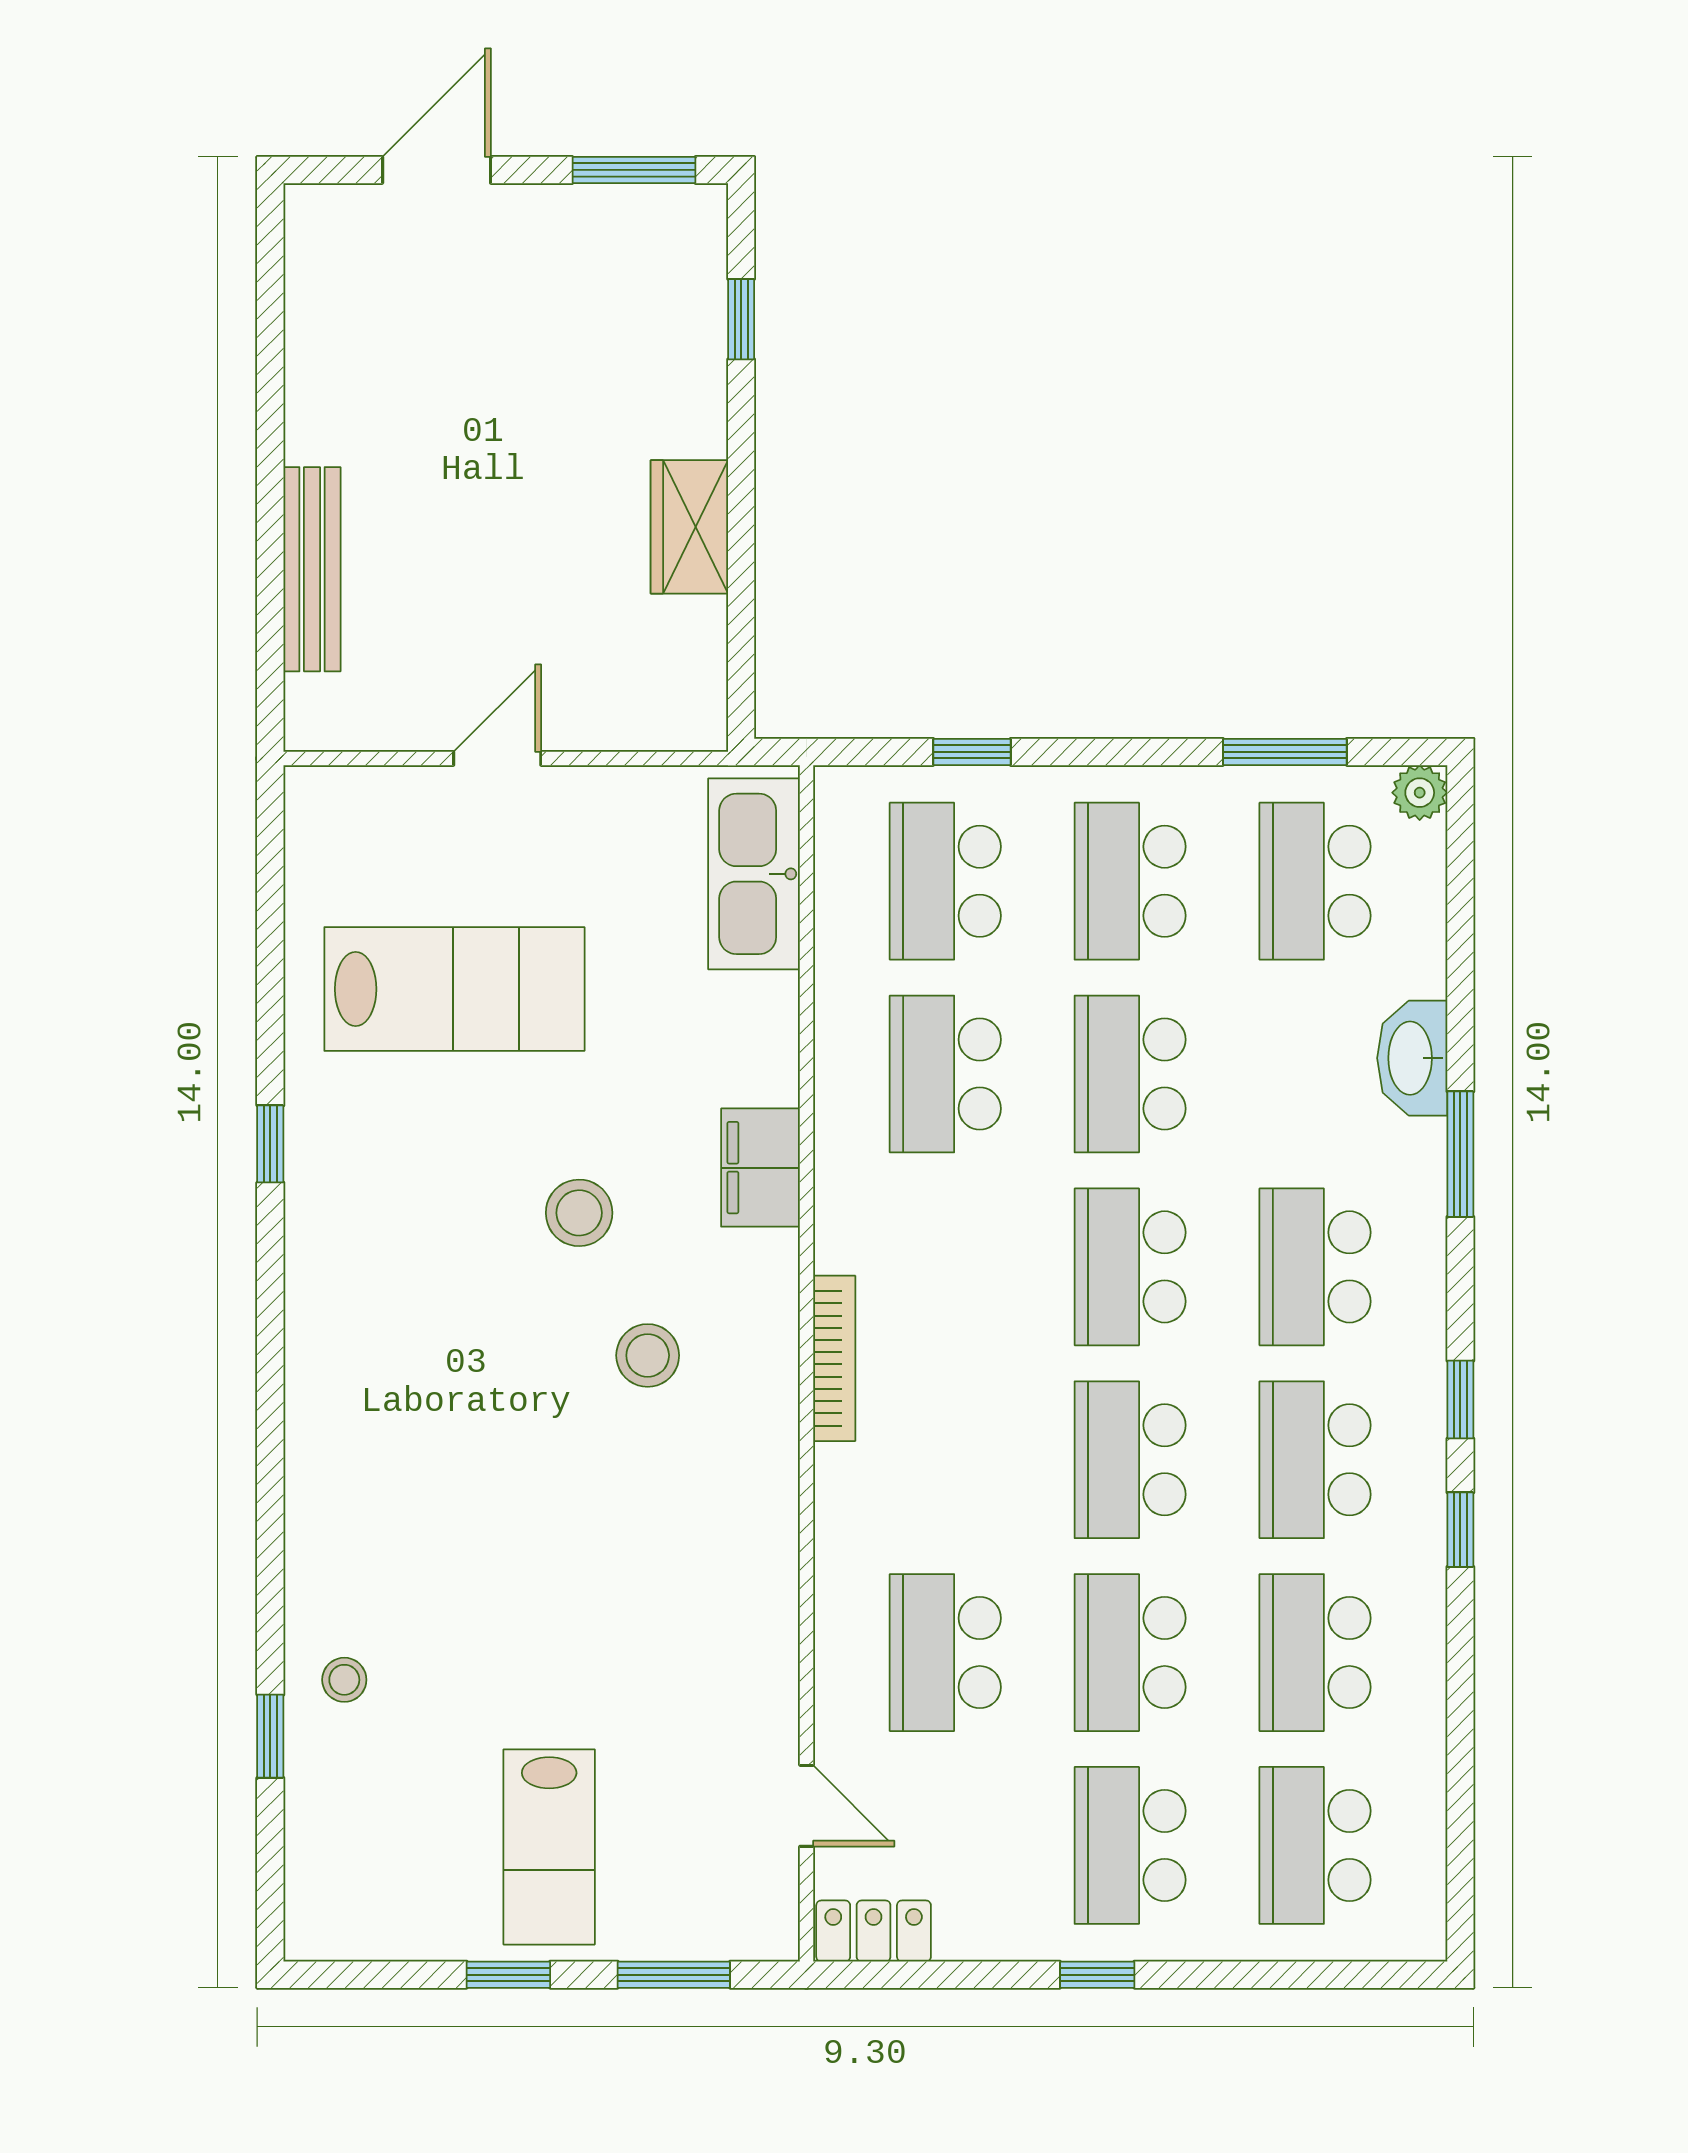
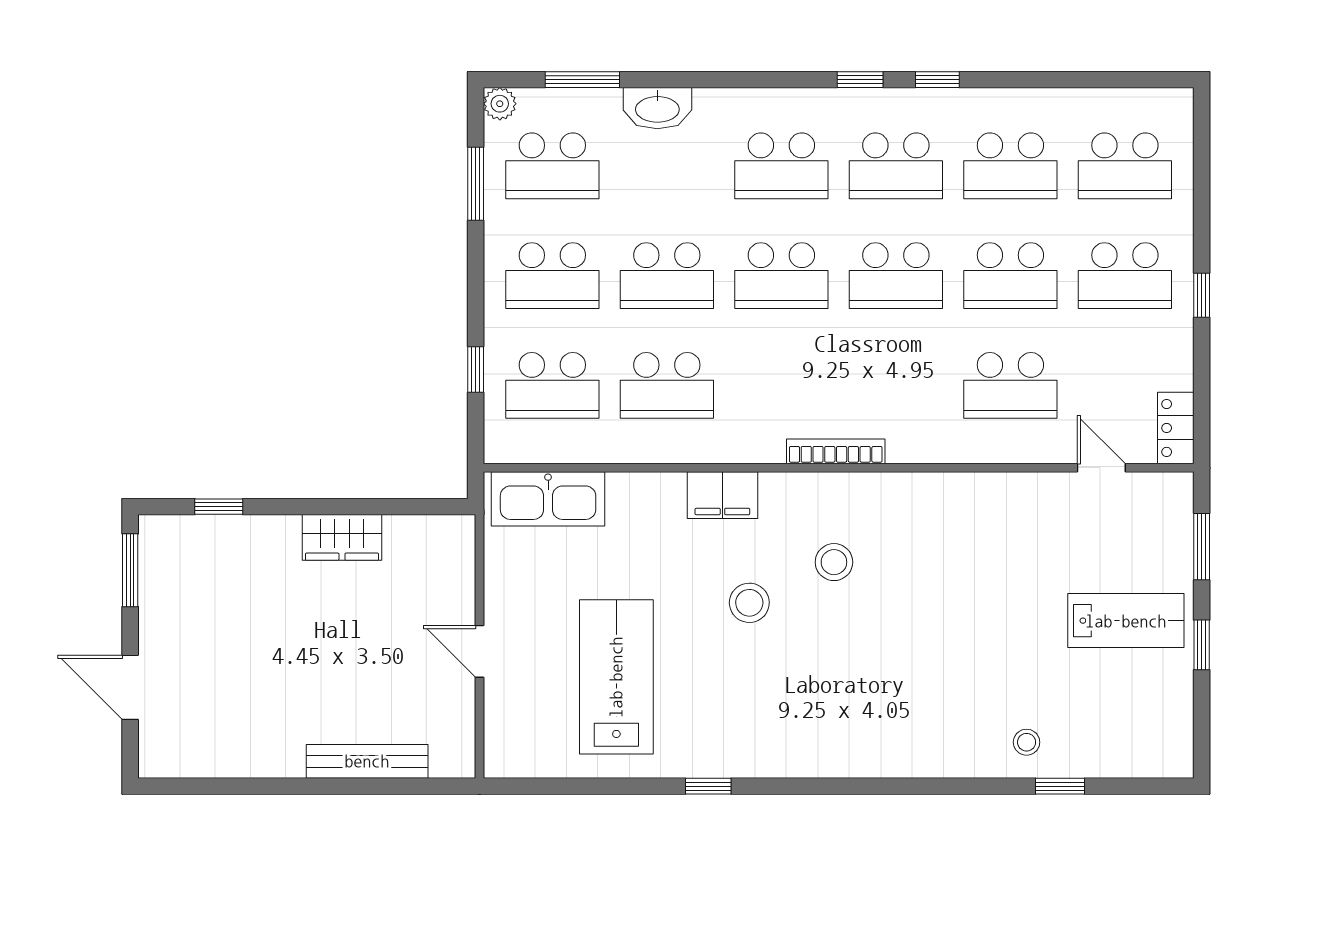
window: (1460, 1154) -> (582, 80), moved
door: (806, 1806) -> (1101, 468), hinge flipped

